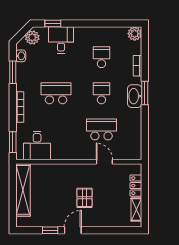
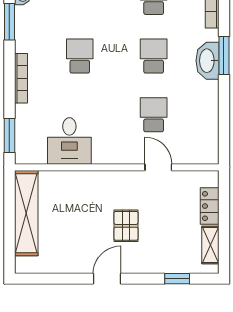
school desk: (56, 93) -> (80, 56), width x0.54
school desk: (101, 129) -> (154, 115), width x0.54
desk: (37, 146) -> (69, 141), moved
window: (50, 230) -> (177, 279), moved

